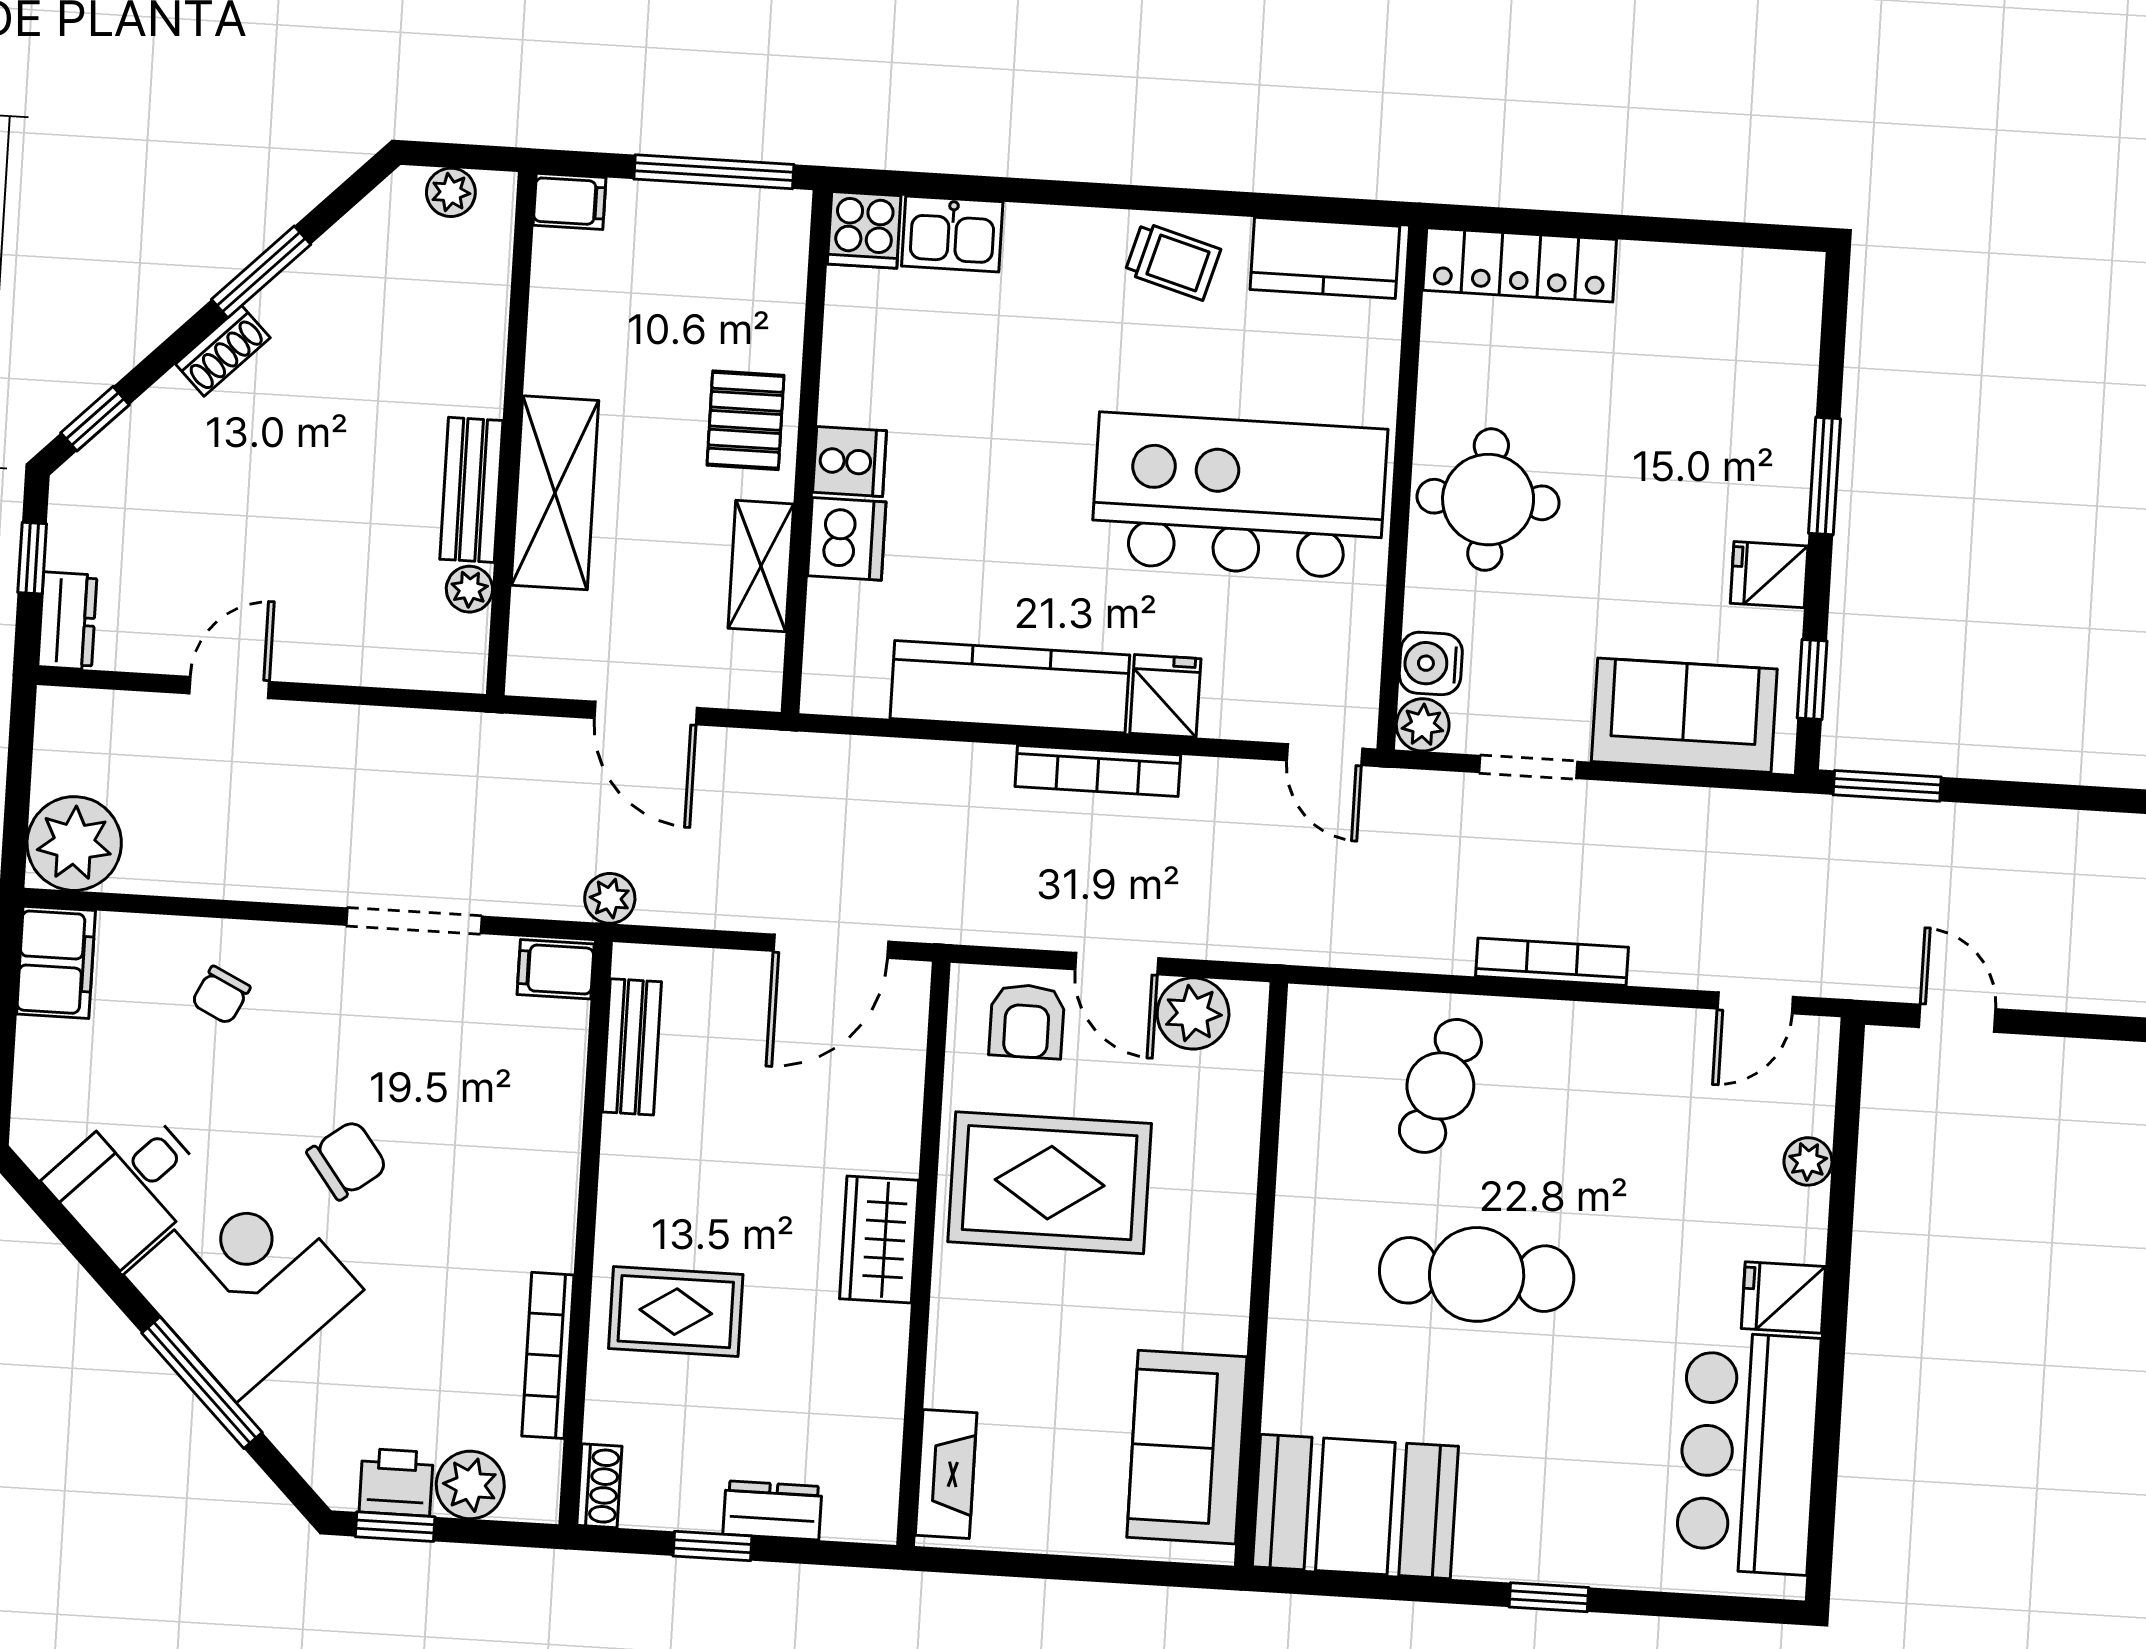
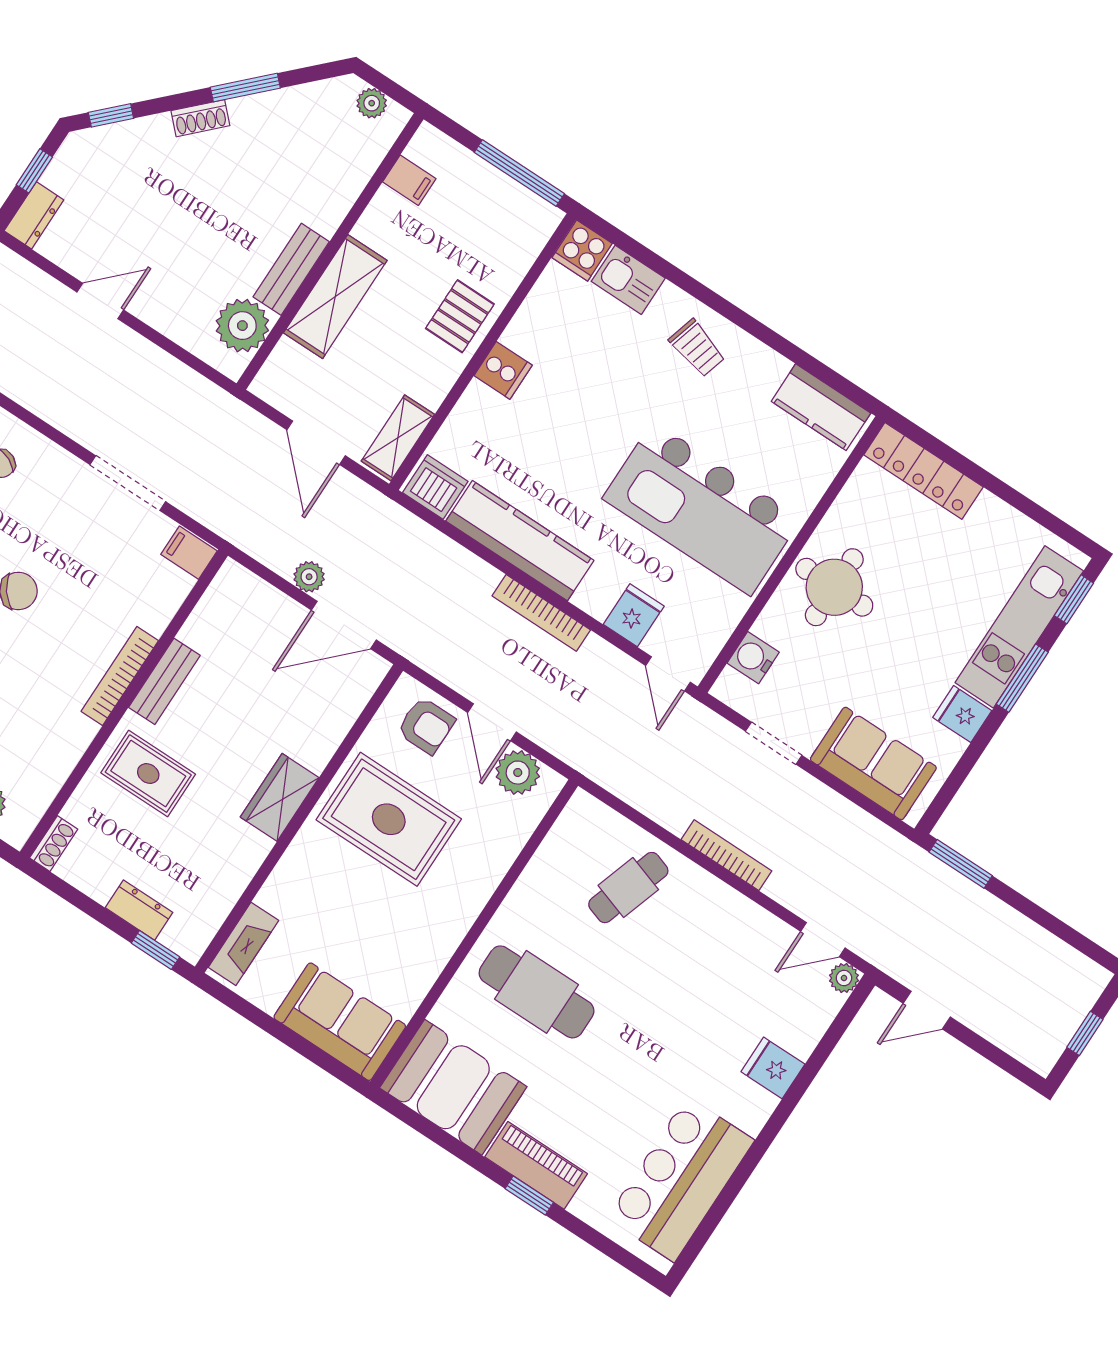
filing cabinet: (570, 201) -> (409, 180), moved
trolley: (1173, 261) -> (697, 348), moved
kitchen unit: (1779, 406) -> (1019, 627), added
kitchen island: (1239, 496) -> (702, 509), turned 180
dishwasher: (847, 539) -> (435, 487), moved, turned -90
shelving: (761, 566) -> (398, 438), moved
plant: (469, 589) -> (242, 326), width x1.88, depth x1.88
window: (1812, 680) -> (1074, 599), moved
fridge: (1165, 696) -> (634, 615), moved
plant: (1423, 725) -> (730, 688), removed
plant: (610, 898) -> (309, 577), moved
door: (1957, 1018) -> (927, 1010), swing flipped
armchair: (1027, 1021) -> (426, 726), turned -90
bench: (632, 1047) -> (164, 681), moved
plant: (1808, 1161) -> (844, 978), moved
cafe table: (1477, 1274) -> (537, 992), moved
fridge: (1783, 1297) -> (773, 1068), moved
bookcase: (548, 1355) -> (120, 676), moved
sofa: (1187, 1447) -> (340, 1022), moved, turned 90
window: (712, 1546) -> (155, 950), moved
piano: (1534, 1549) -> (536, 1165), added

